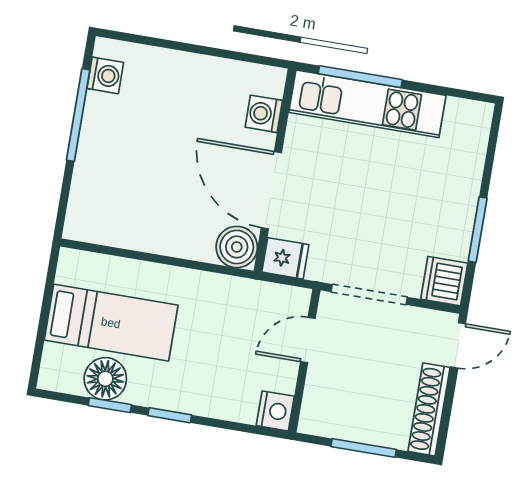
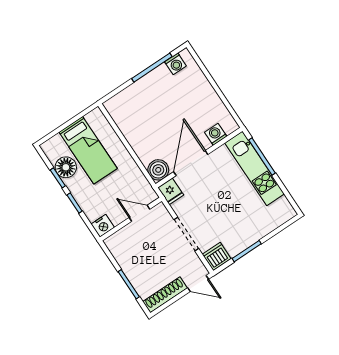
door: (308, 340) -> (140, 213), moved
wall: (304, 361) -> (131, 219), moved
nightstand: (275, 411) -> (103, 226), moved

